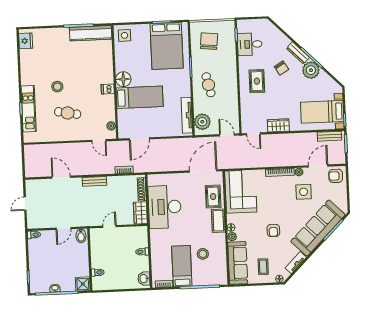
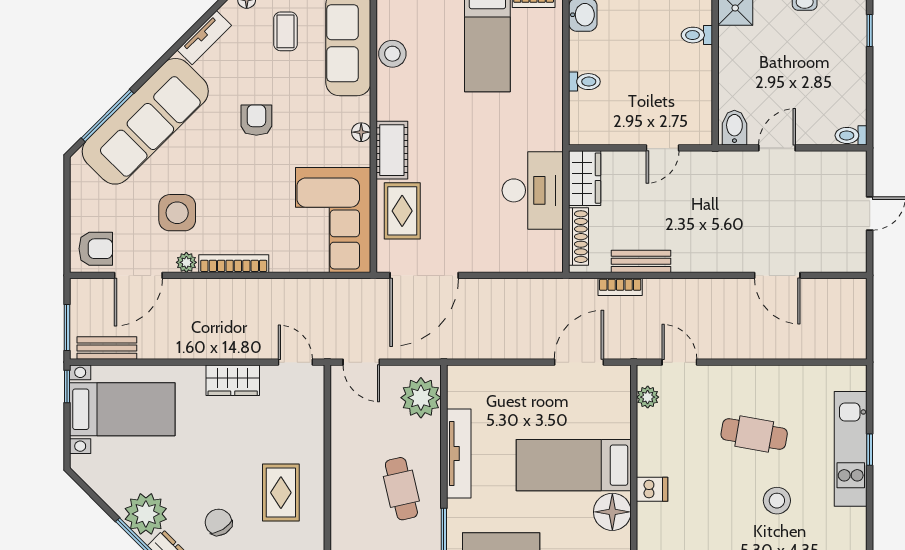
tv unit: (187, 115) -> (459, 453), moved
bench: (94, 181) -> (641, 261), moved
desk: (165, 207) -> (533, 190), width x0.73, depth x0.77
plant: (232, 237) -> (359, 109), removed
stool: (203, 254) -> (392, 54), moved

